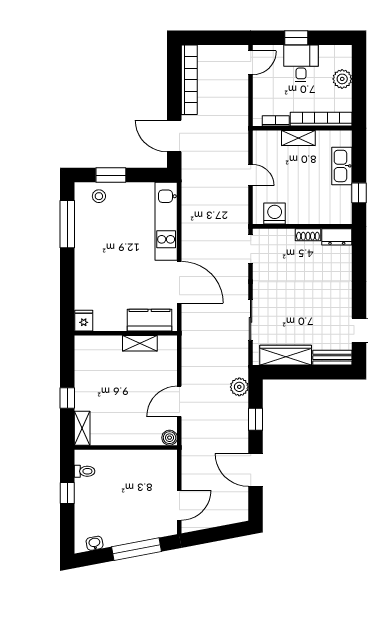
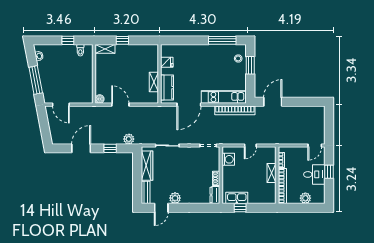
door: (251, 63) -> (315, 146), hinge flipped
bookcase: (189, 80) -> (235, 110), moved
kitchen sink: (342, 166) -> (237, 198), moved
plant: (342, 306) -> (175, 198), added
fridge: (84, 321) -> (167, 62), moved

